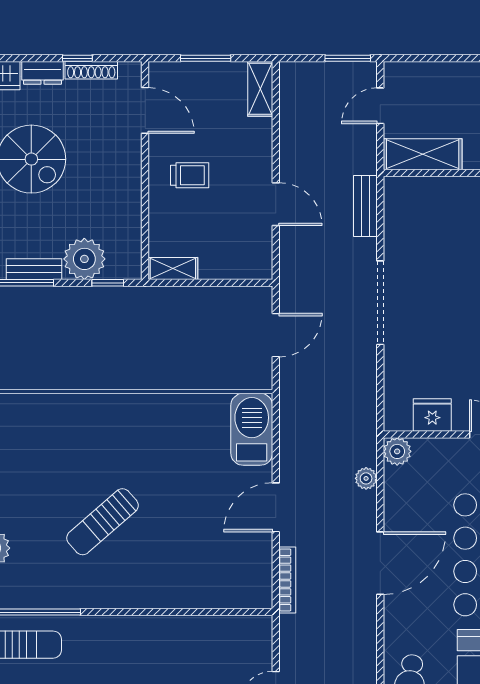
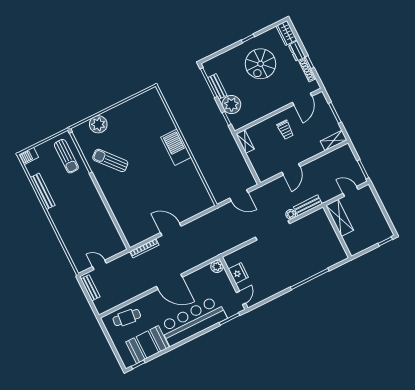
barbecue: (252, 429) -> (176, 147), moved, turned -90
plant: (366, 478) -> (291, 214), moved
sun lounger: (102, 522) -> (110, 160), moved

